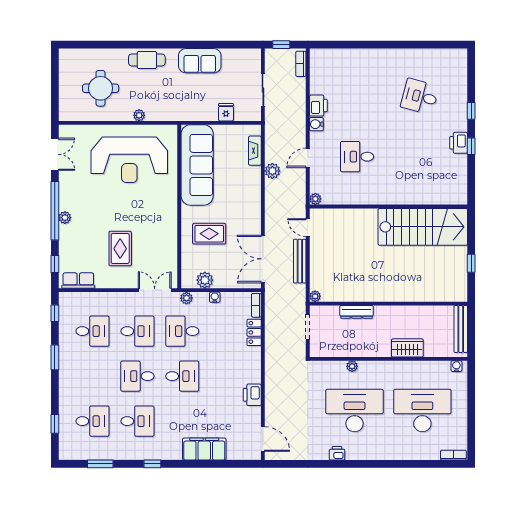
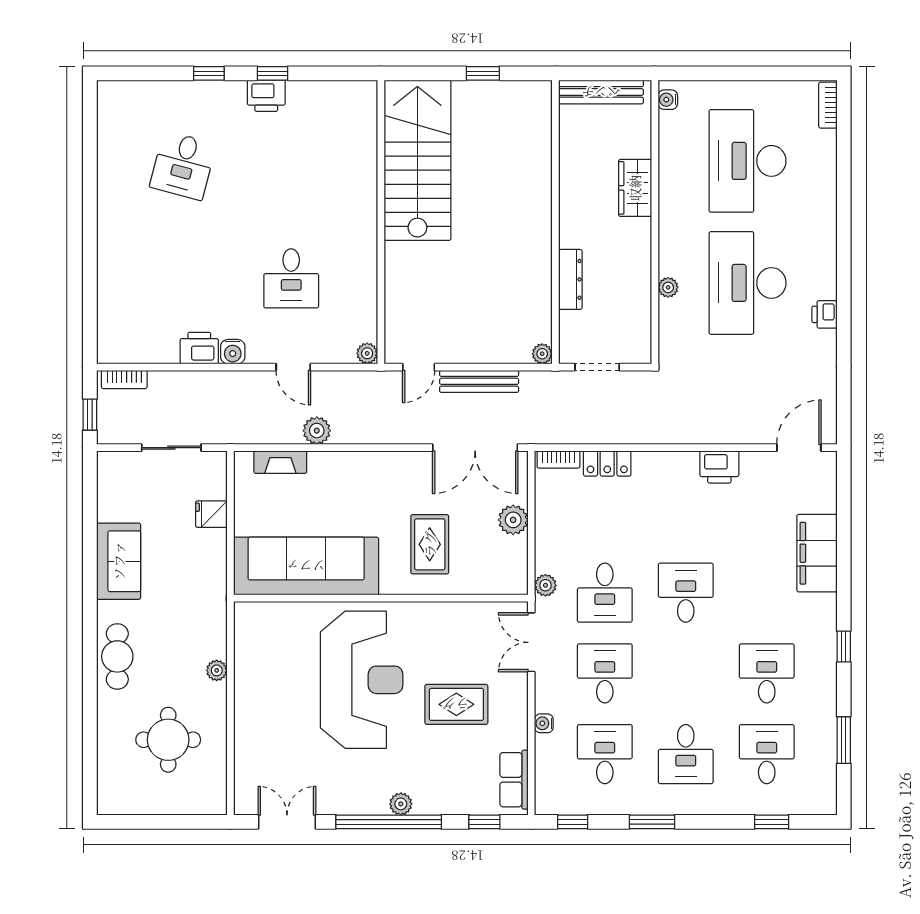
reception desk: (129, 160) -> (362, 680), moved
plant: (205, 280) -> (513, 520), moved
water cooler: (215, 297) -> (544, 723), moved
desk: (137, 376) -> (686, 754), moved

